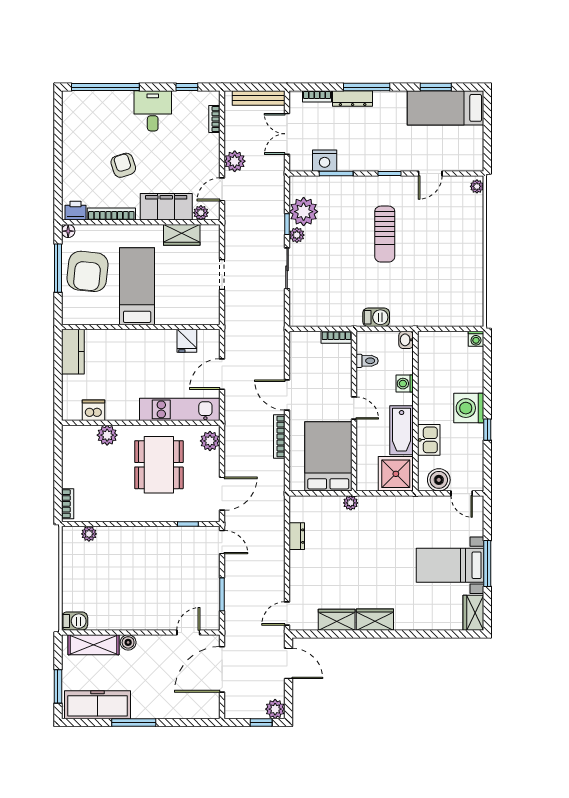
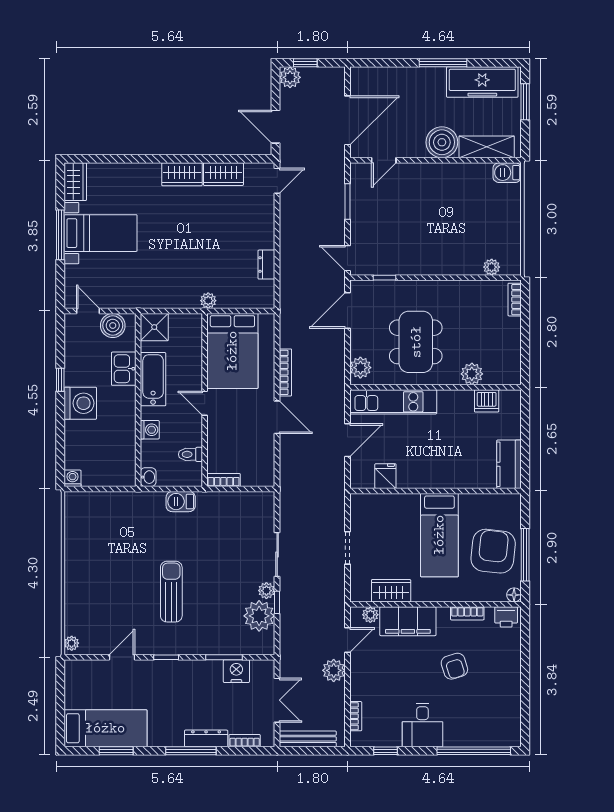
bookcase: (111, 214) -> (467, 613), width x0.64
shower: (396, 474) -> (154, 327), width x0.73, depth x0.73
boiler: (128, 642) -> (442, 142), width x1.86, depth x1.86

